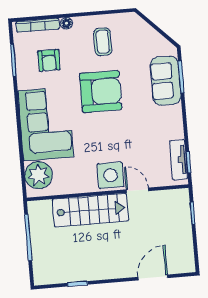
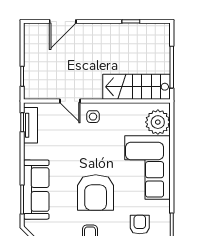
sofa: (166, 81) -> (36, 190), width x1.36
armchair: (101, 92) -> (96, 193), turned -90
side table: (111, 175) -> (93, 117), width x0.54, depth x0.54
stairs: (90, 210) -> (137, 87), moved

